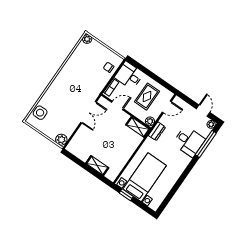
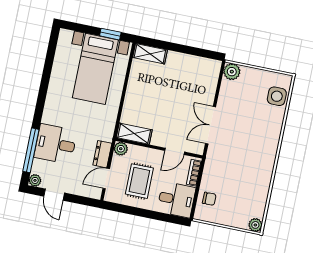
dresser: (157, 131) -> (102, 154), moved
shelving: (97, 165) -> (150, 54), moved

